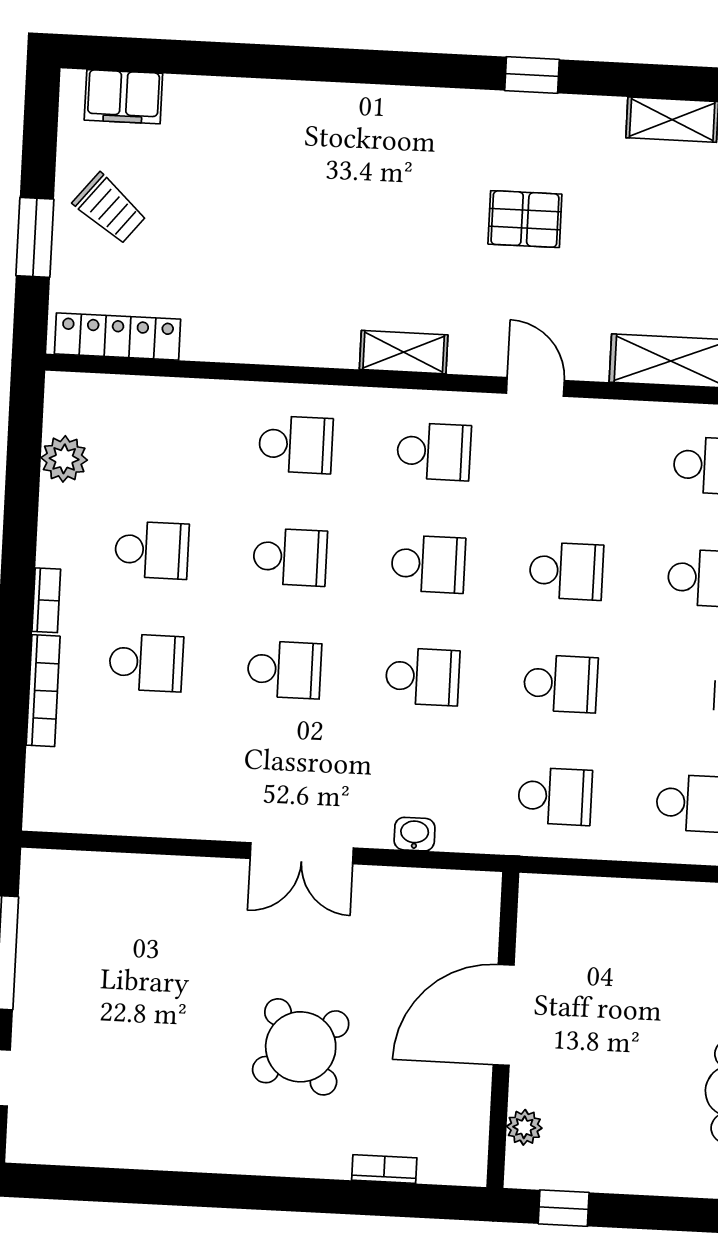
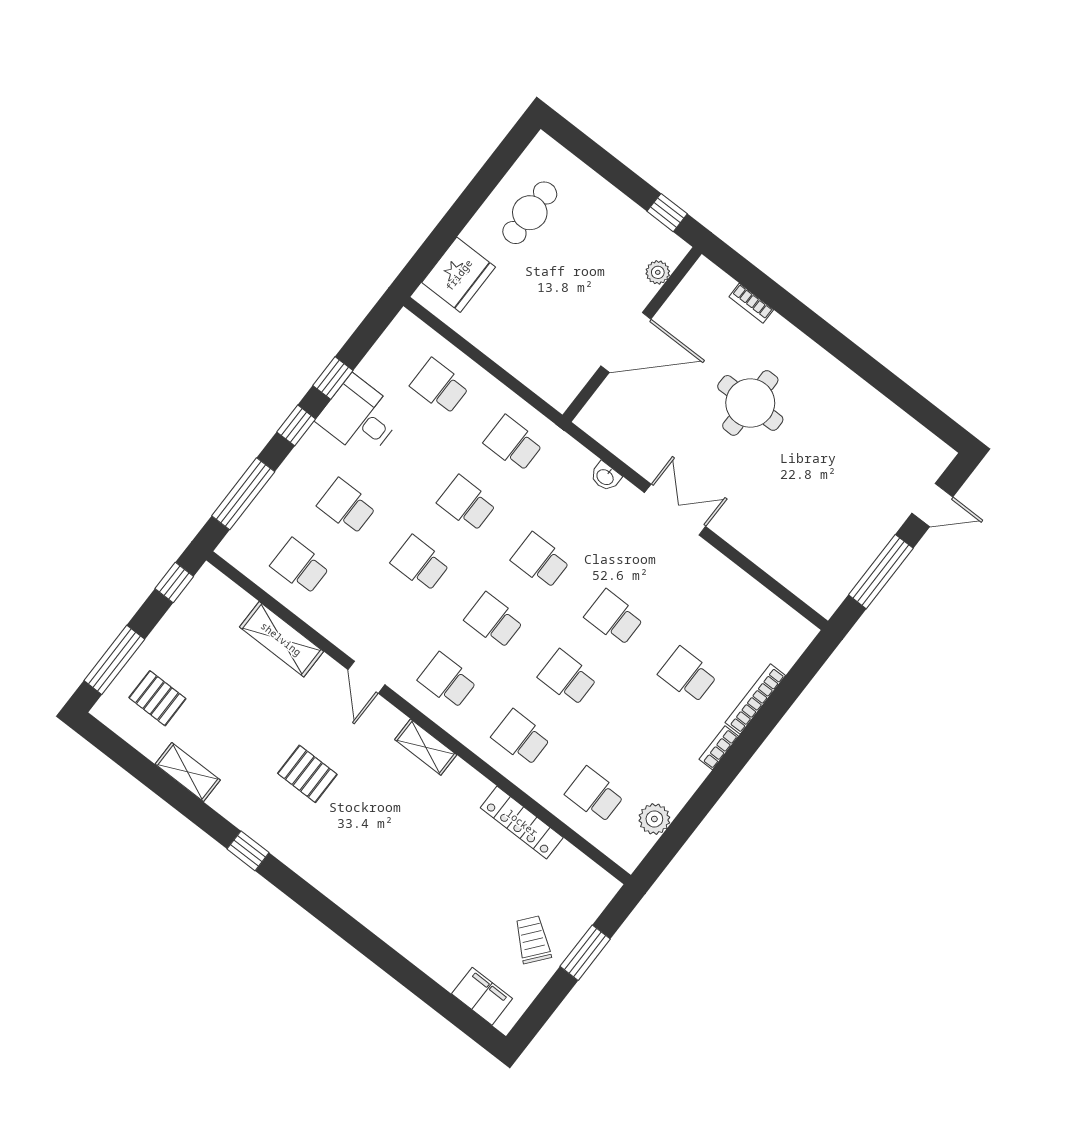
locker: (118, 337) -> (522, 823), moved
school desk: (152, 550) -> (595, 795), moved
round table: (301, 1047) -> (750, 403), turned 36

